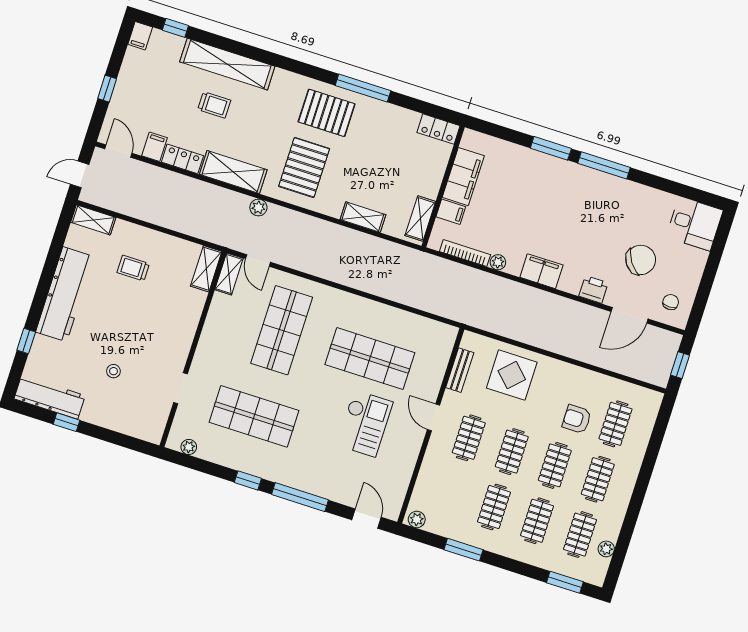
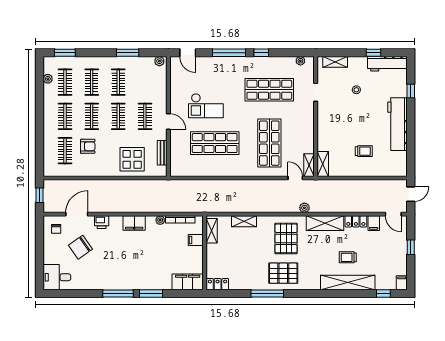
filing cabinet: (463, 177) -> (188, 282), moved, turned 90
shelving: (93, 220) -> (335, 62), moved
checkout: (365, 423) -> (206, 106), turned -90

